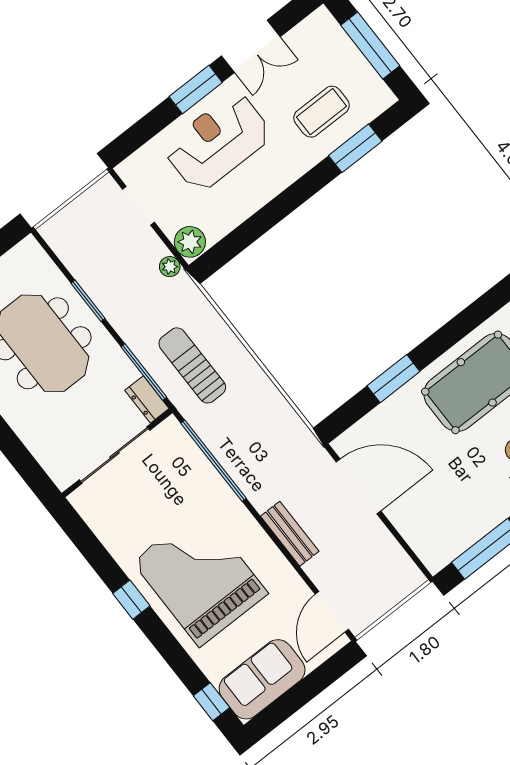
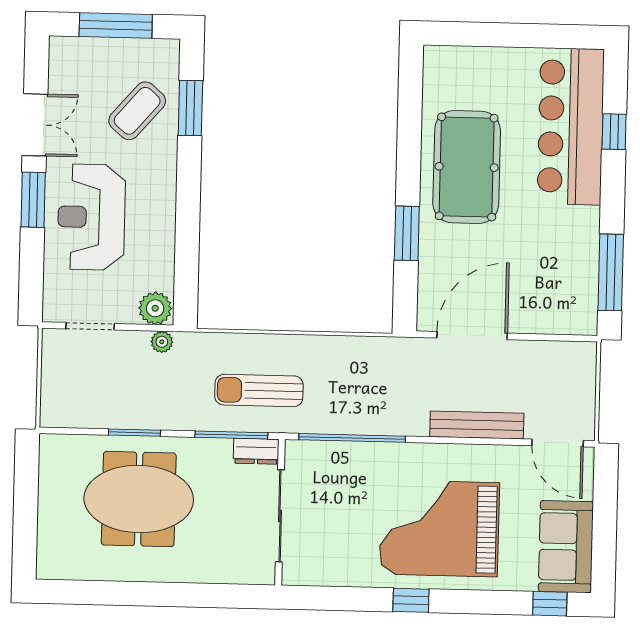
coffee table: (322, 112) -> (137, 111), turned 41
bench: (290, 534) -> (477, 425), width x1.36

